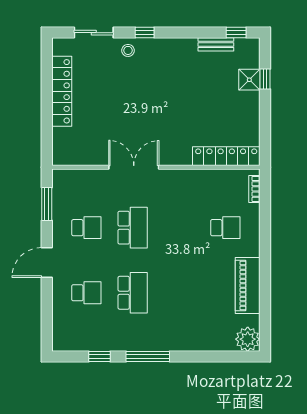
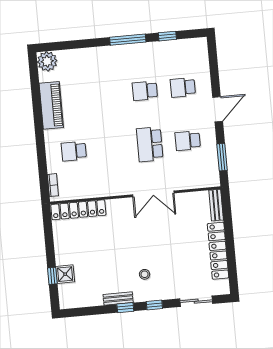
window: (236, 33) -> (125, 308), moved
bench: (216, 44) -> (118, 298), moved
stool: (128, 50) -> (145, 274), moved
bench: (59, 147) -> (216, 205), added
school desk: (133, 293) -> (145, 91), width x0.54

